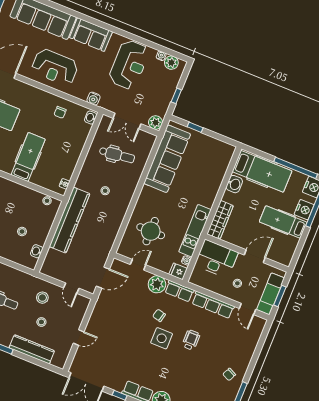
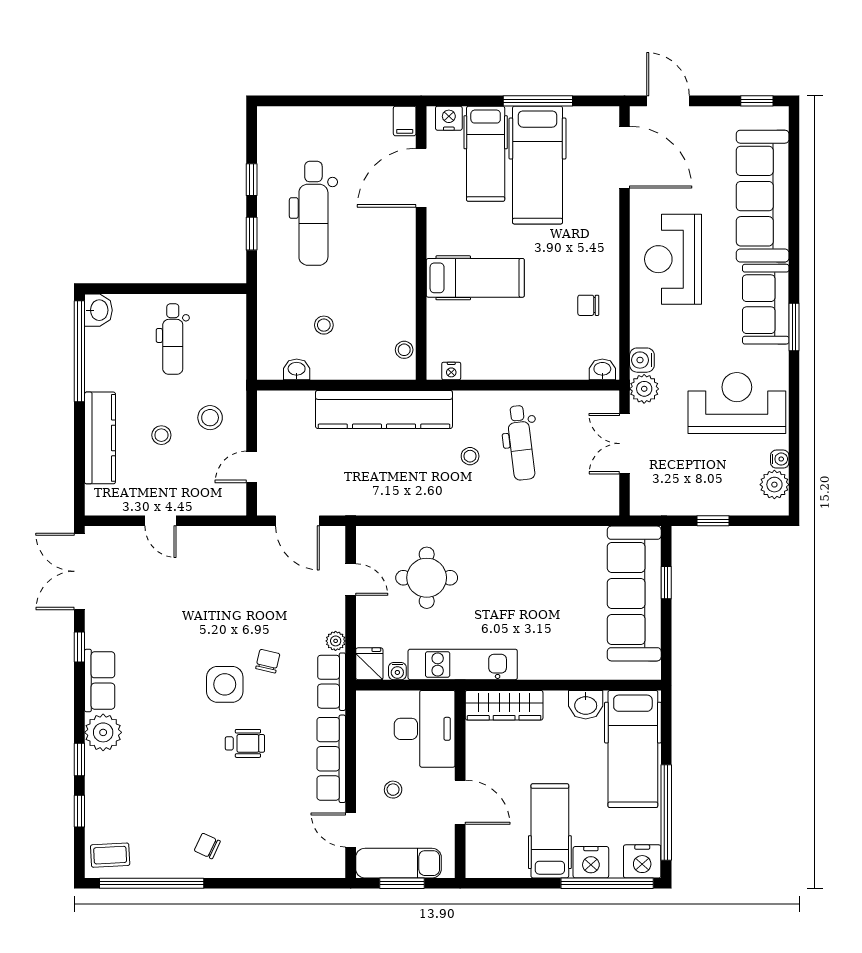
window: (106, 26) -> (794, 327), added
reception desk: (129, 65) -> (737, 403), turned 180
plant: (156, 122) -> (644, 389), moved
dental chair: (117, 155) -> (521, 443), moved
sofa: (167, 159) -> (634, 593), moved, turned 90
plant: (157, 284) -> (336, 641), width x0.53, depth x0.53
door: (247, 309) -> (351, 830), hinge flipped

